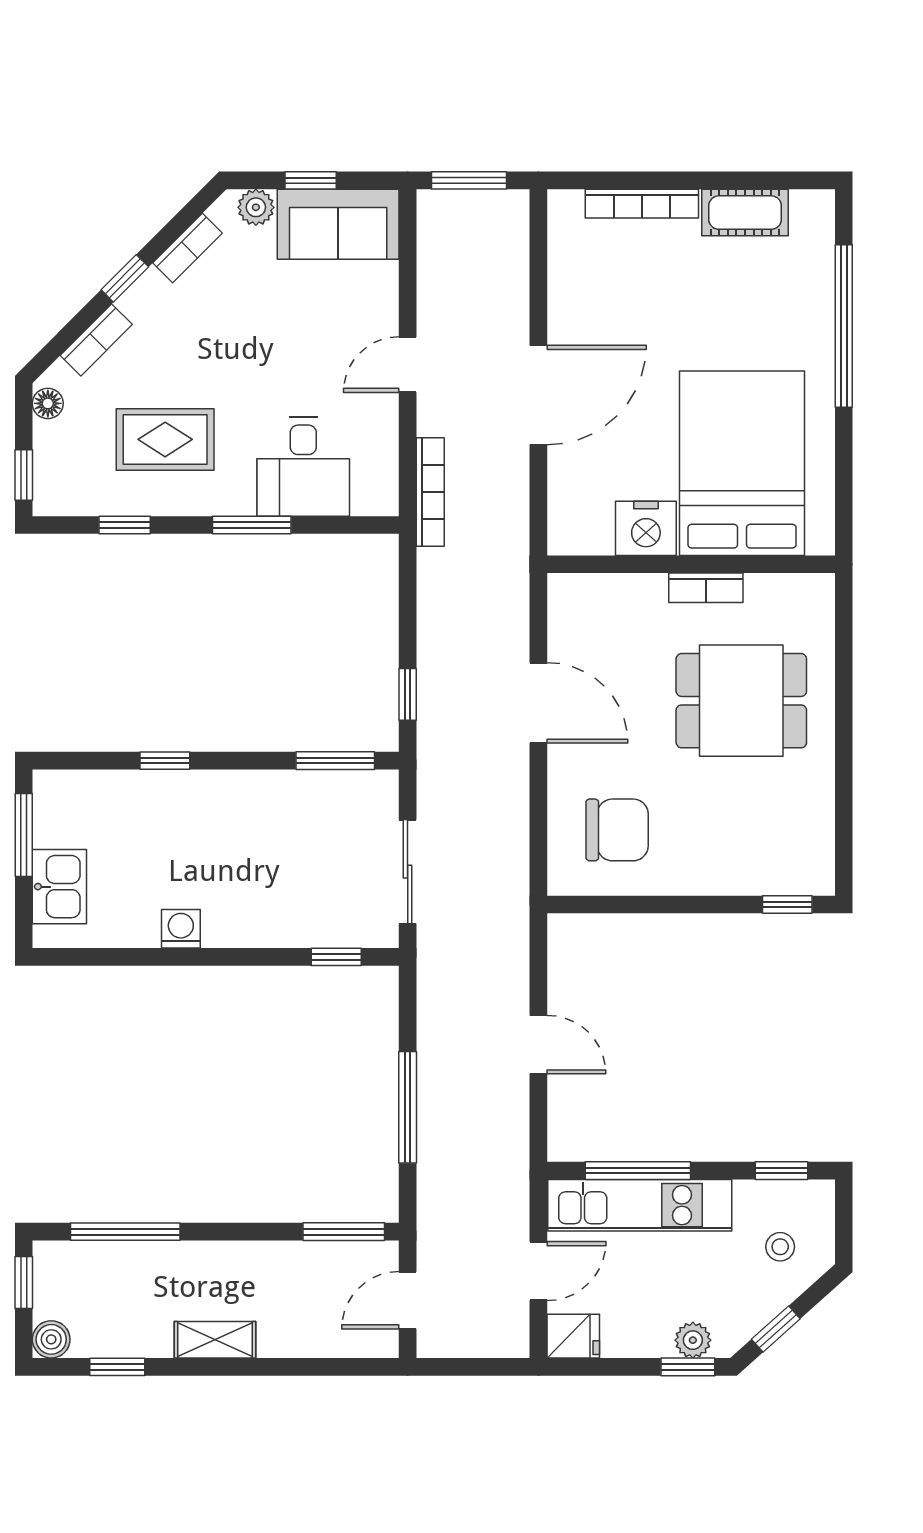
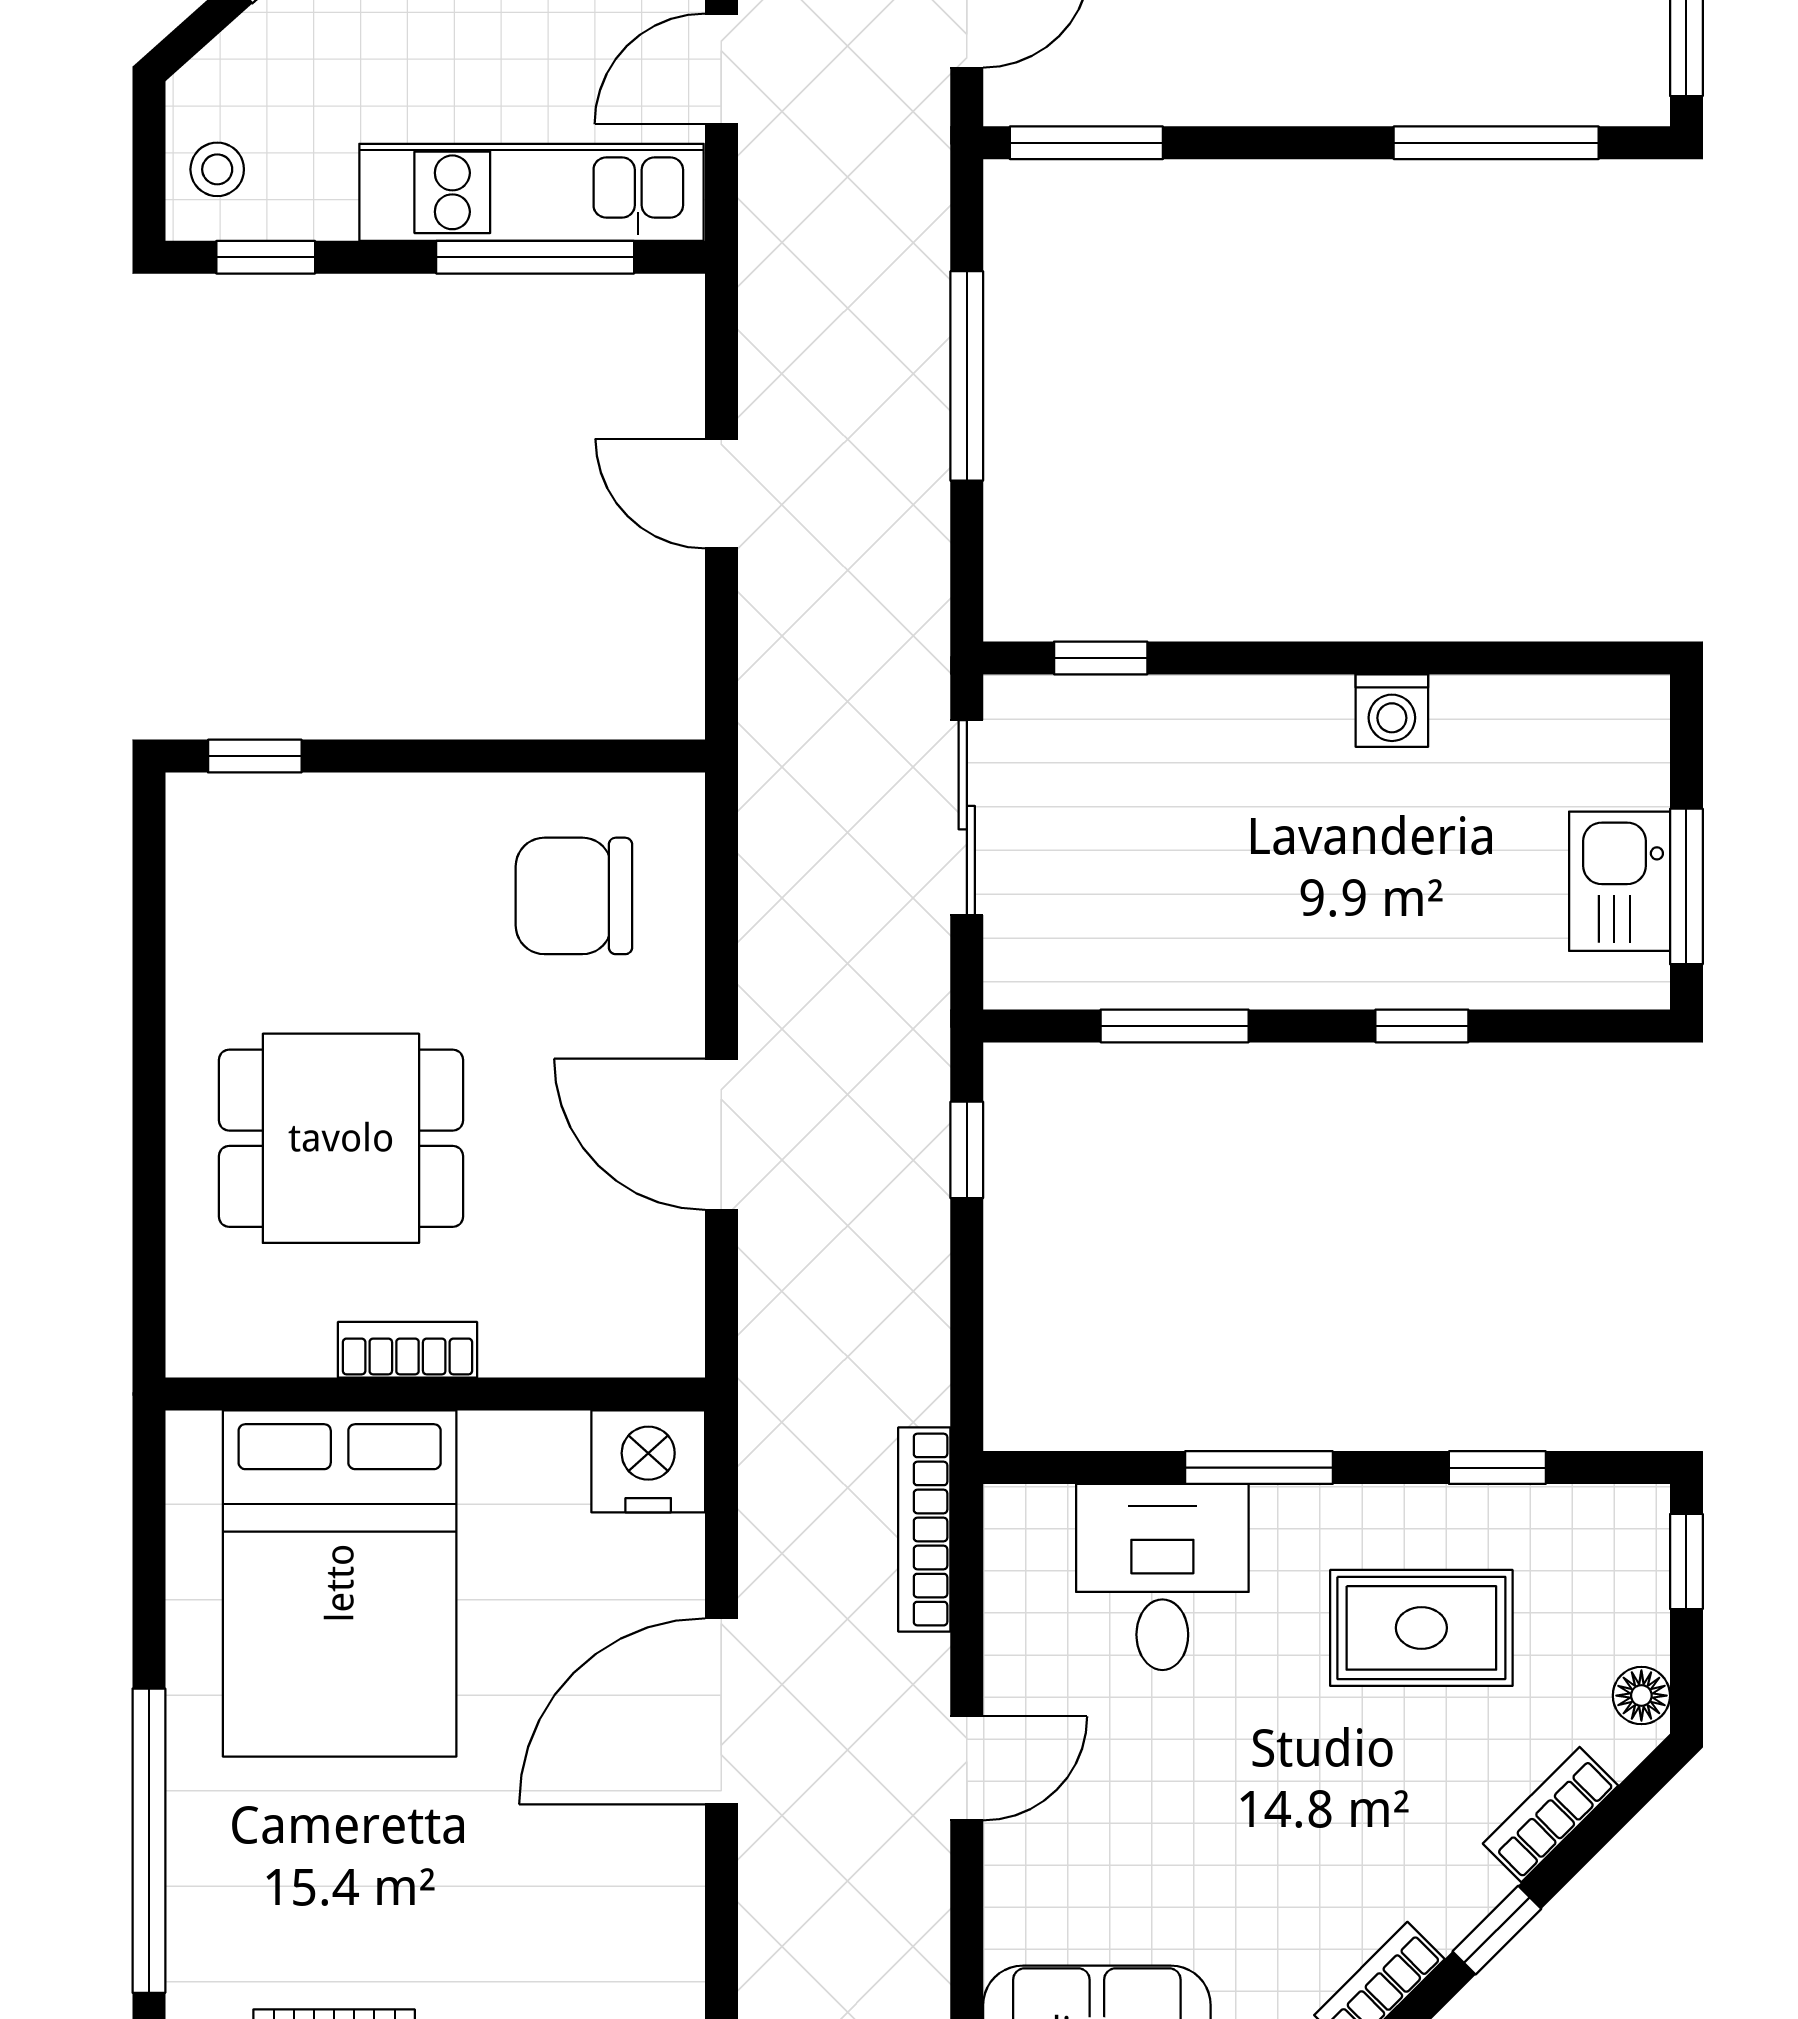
nightstand: (646, 528) -> (648, 1461), moved
window: (335, 761) -> (1175, 1026), moved
kitchen sink: (59, 887) -> (1620, 881), moved
stool: (780, 1247) -> (217, 169), moved

